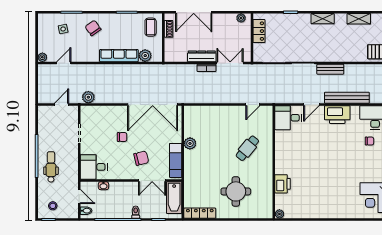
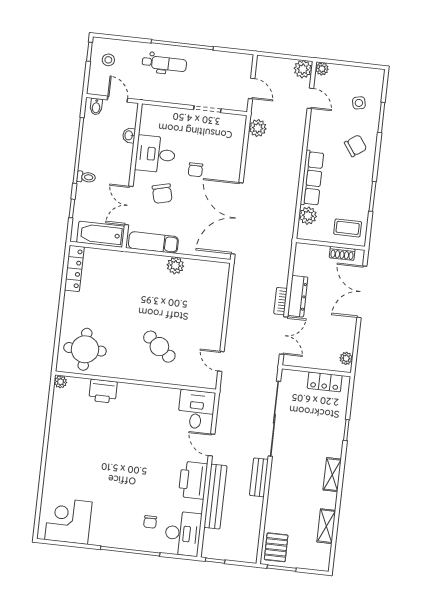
plant: (44, 70) -> (303, 69), added
desk: (94, 167) -> (155, 154), moved, turned -90
round table: (236, 191) -> (85, 349), moved
door: (79, 196) -> (117, 99), swing flipped

